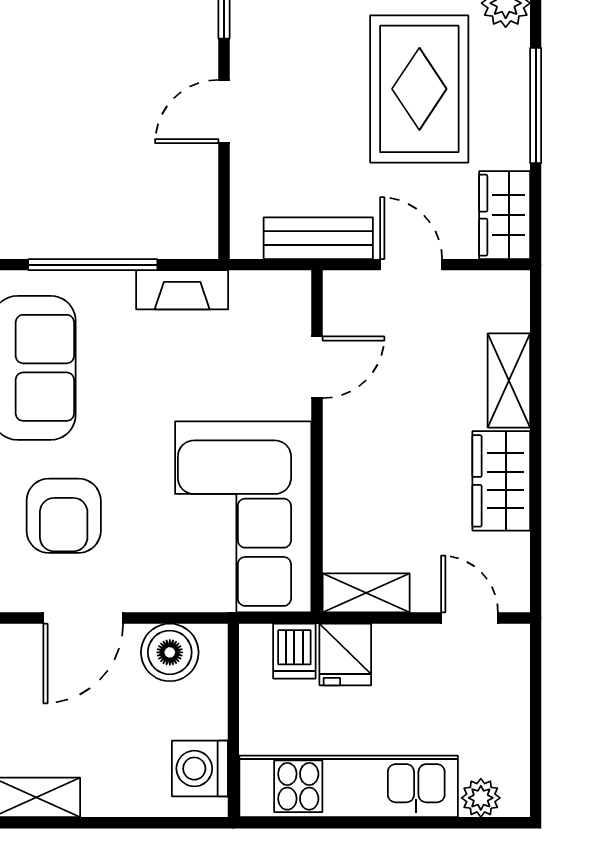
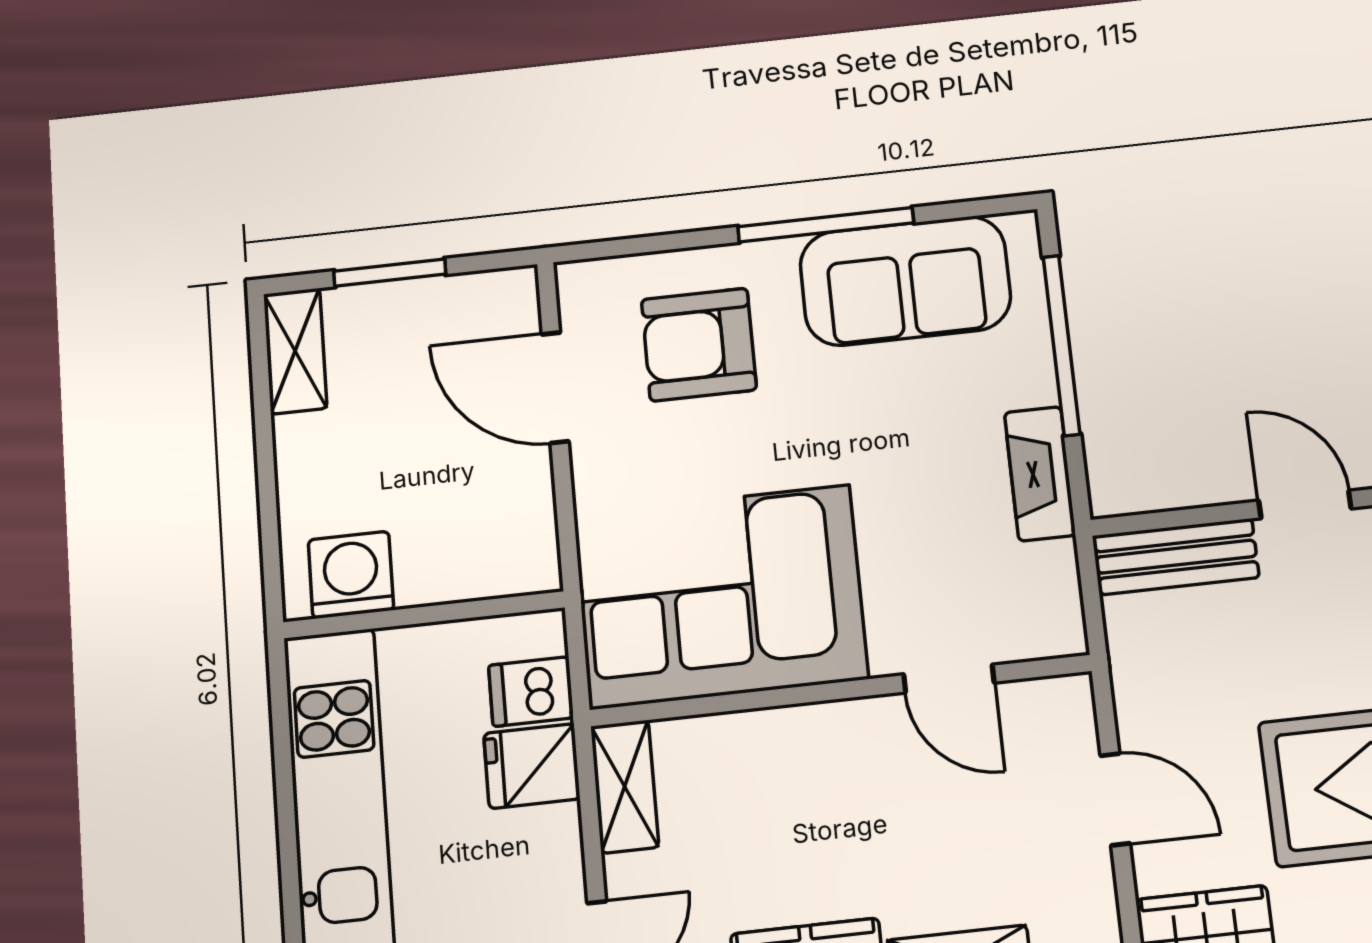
bench: (318, 238) -> (1176, 557), moved, turned 90
door: (411, 265) -> (1115, 799), hinge flipped
boiler: (170, 652) -> (516, 514), removed

